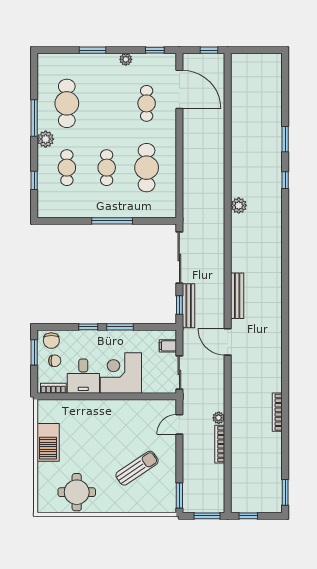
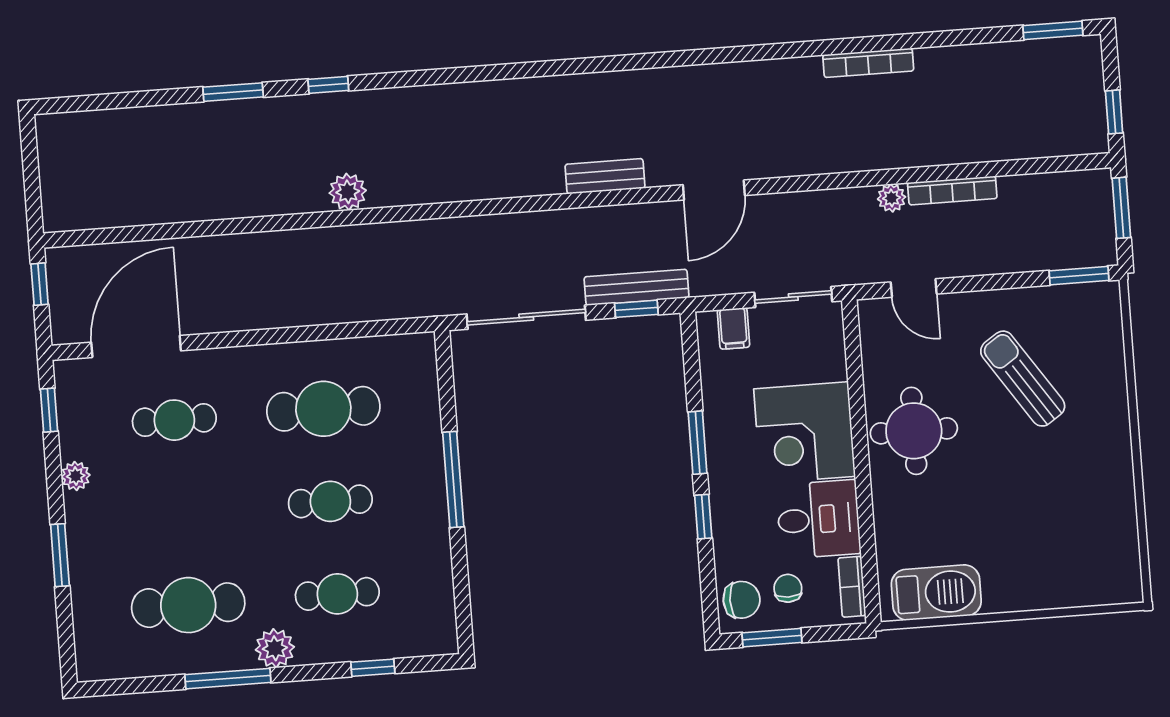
plant: (239, 205) -> (348, 192), moved
bench: (237, 296) -> (605, 176), width x0.73
barbecue: (48, 442) -> (936, 593), moved
round table: (77, 492) -> (914, 431), moved

